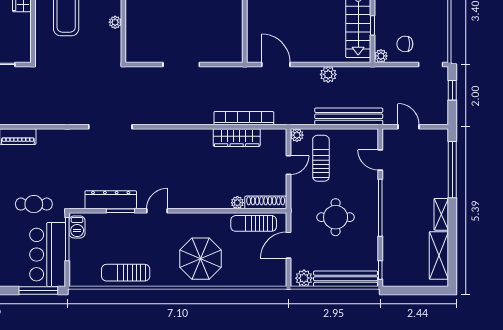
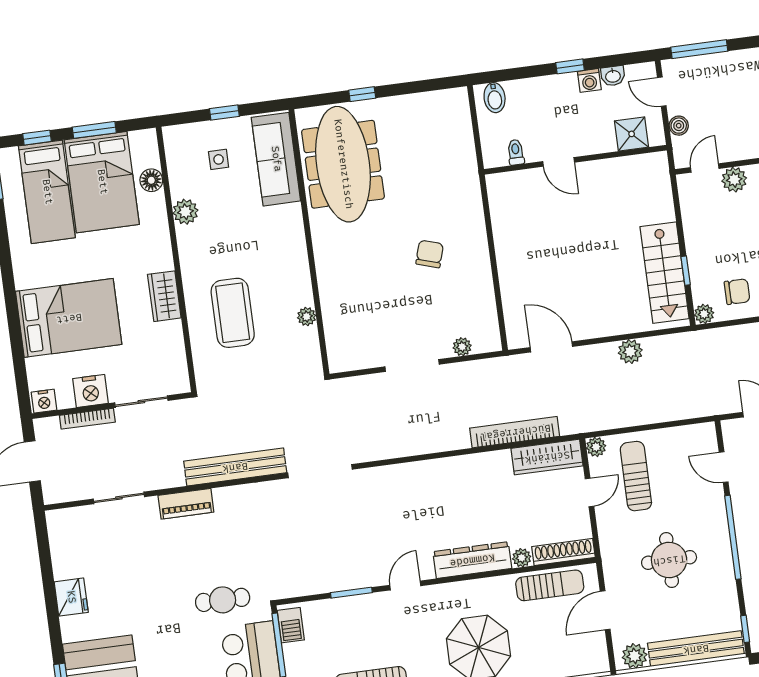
chair: (405, 44) -> (737, 292), turned 180
plant: (216, 56) -> (462, 347), added
bench: (349, 116) -> (235, 467), moved
wardrobe: (237, 138) -> (547, 457), moved
dresser: (111, 200) -> (472, 560), moved
sun lounger: (254, 223) -> (550, 585), turned 180

